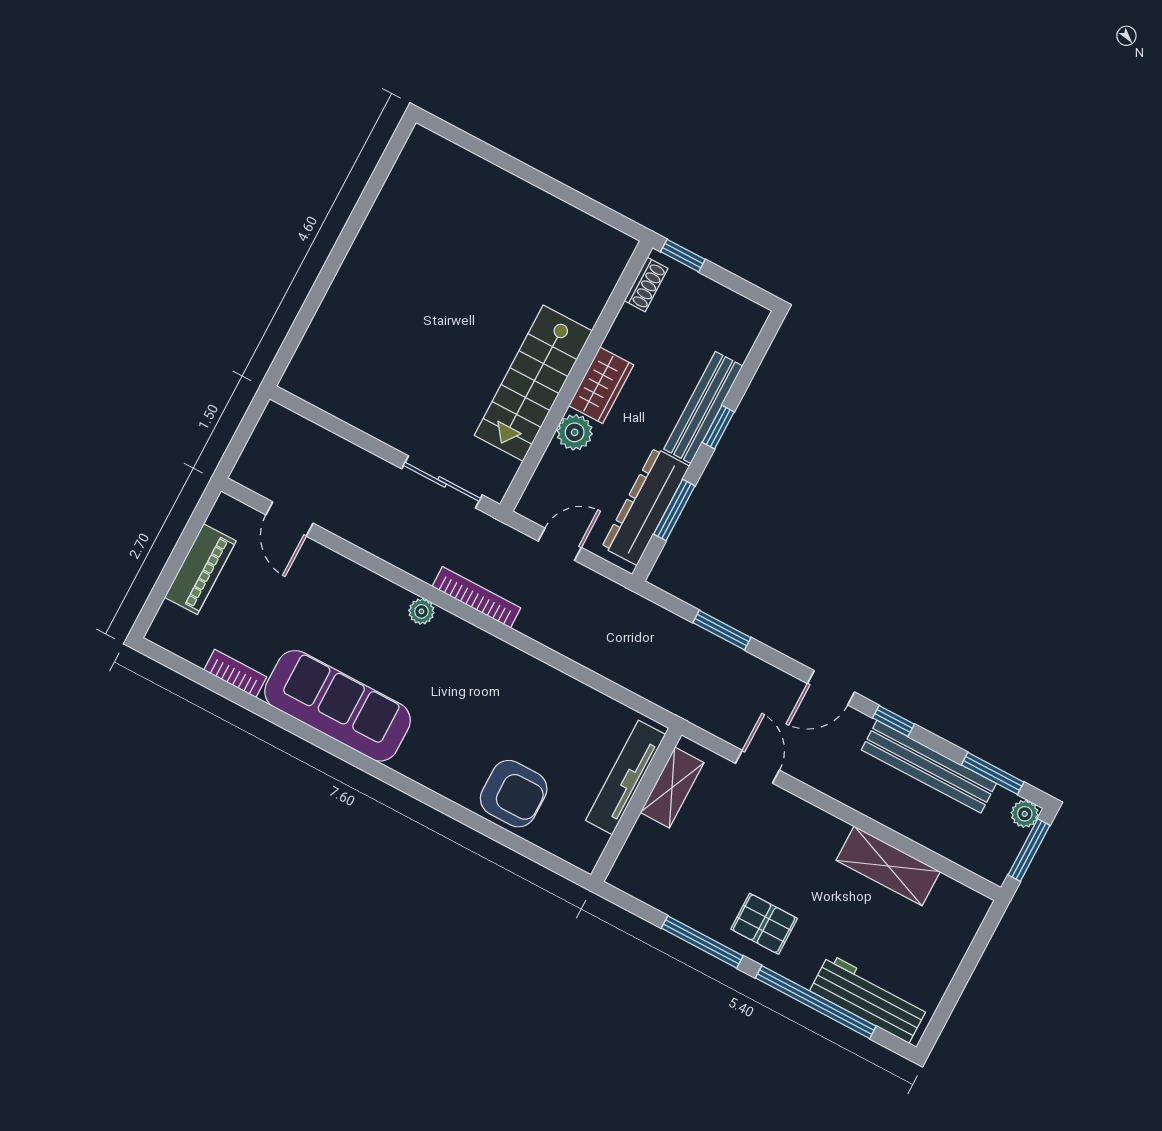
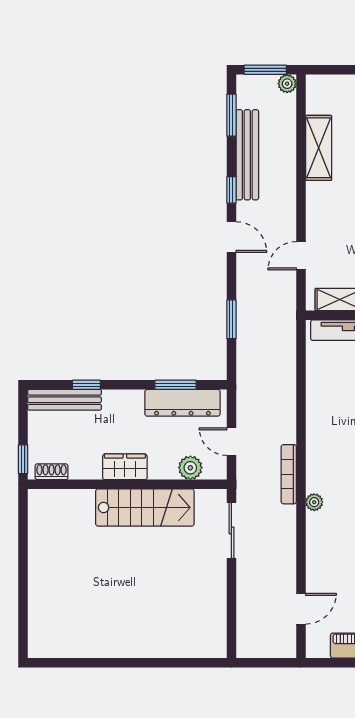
bench: (703, 408) -> (65, 400), moved
window: (718, 427) -> (86, 385), moved
plant: (575, 432) -> (190, 468), moved
plant: (1025, 814) -> (287, 84), moved

